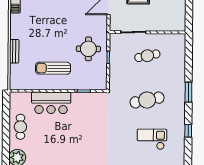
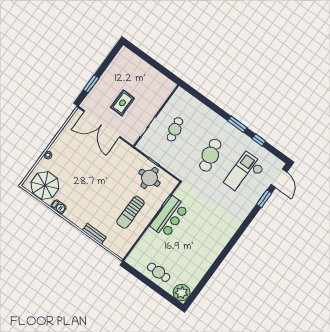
round table: (88, 49) -> (150, 178), moved
window: (188, 92) -> (237, 124), moved
bar counter: (51, 103) -> (169, 217), moved
checkout: (152, 139) -> (245, 174), width x1.36, depth x1.21

